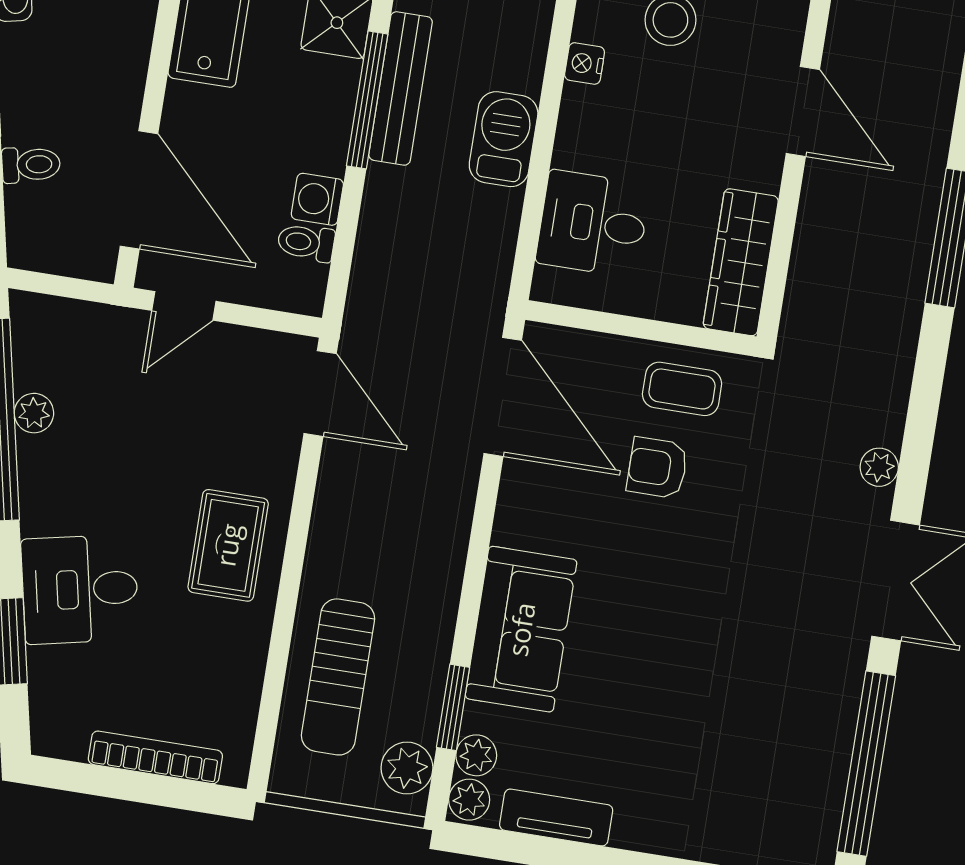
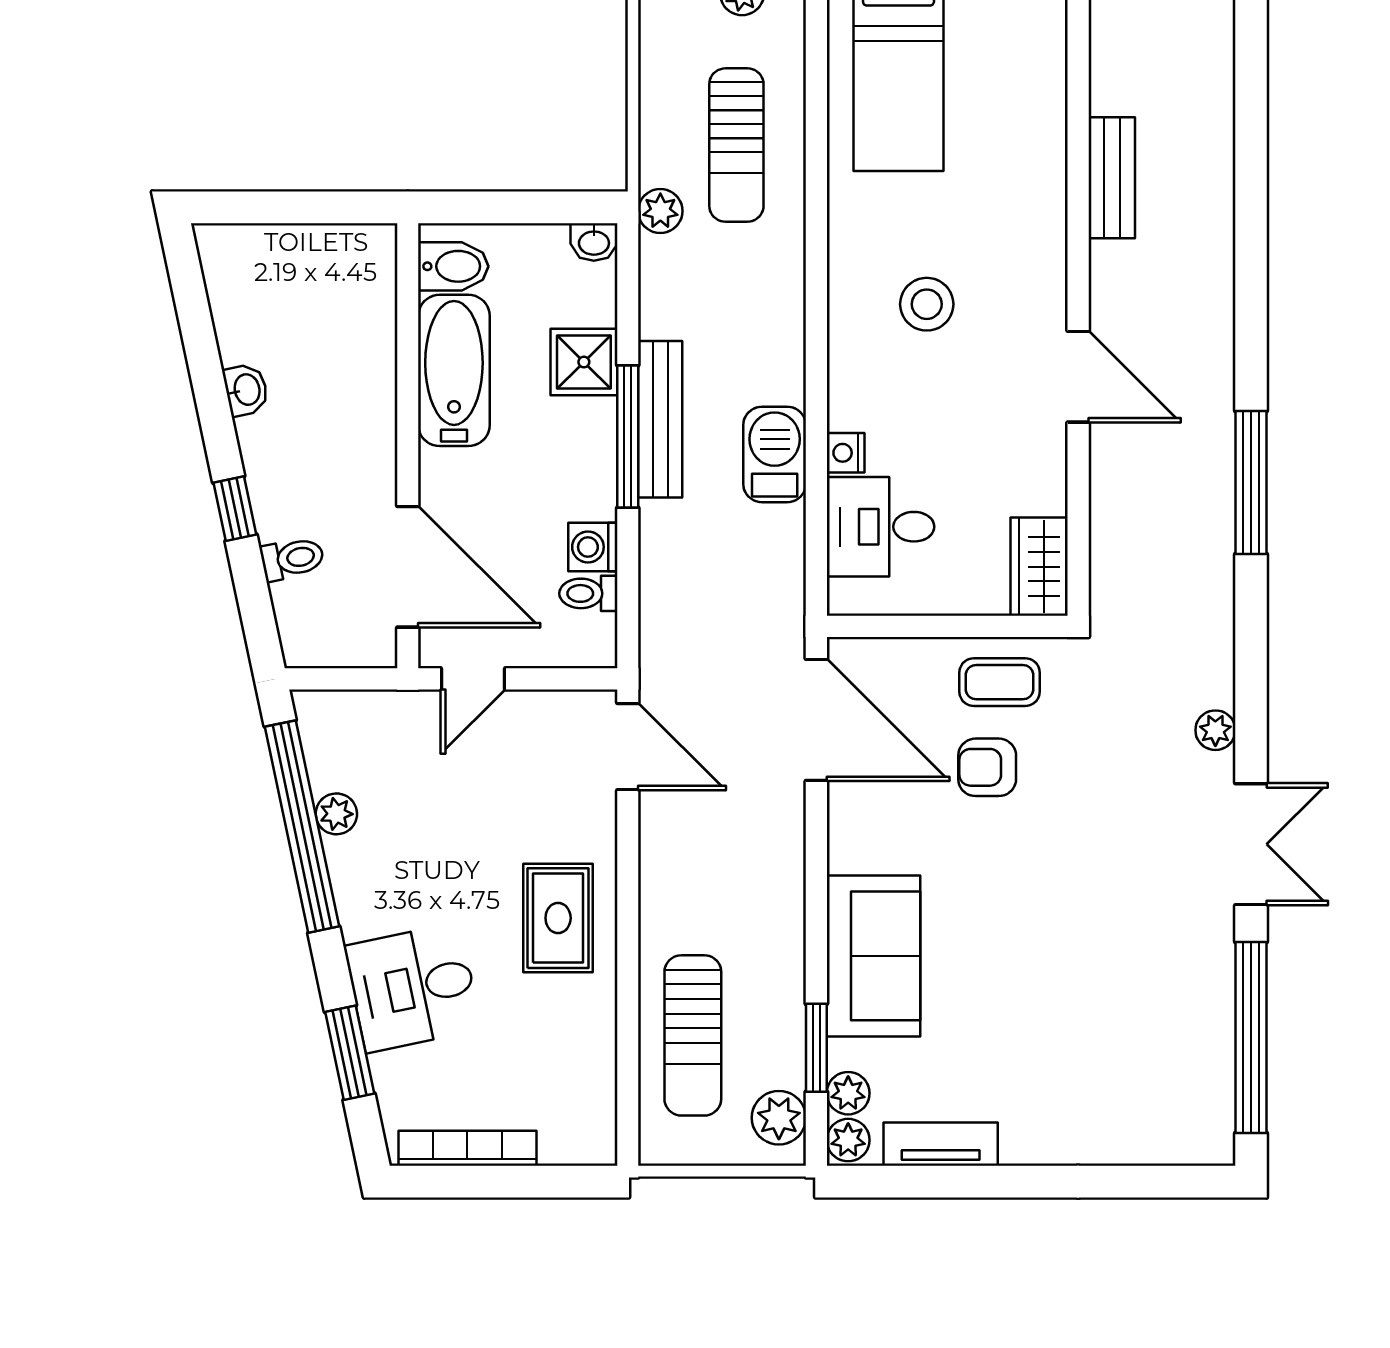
nightstand: (585, 63) -> (846, 453), moved
wardrobe: (741, 262) -> (1039, 567), width x0.67
bookcase: (155, 757) -> (467, 1148), moved

